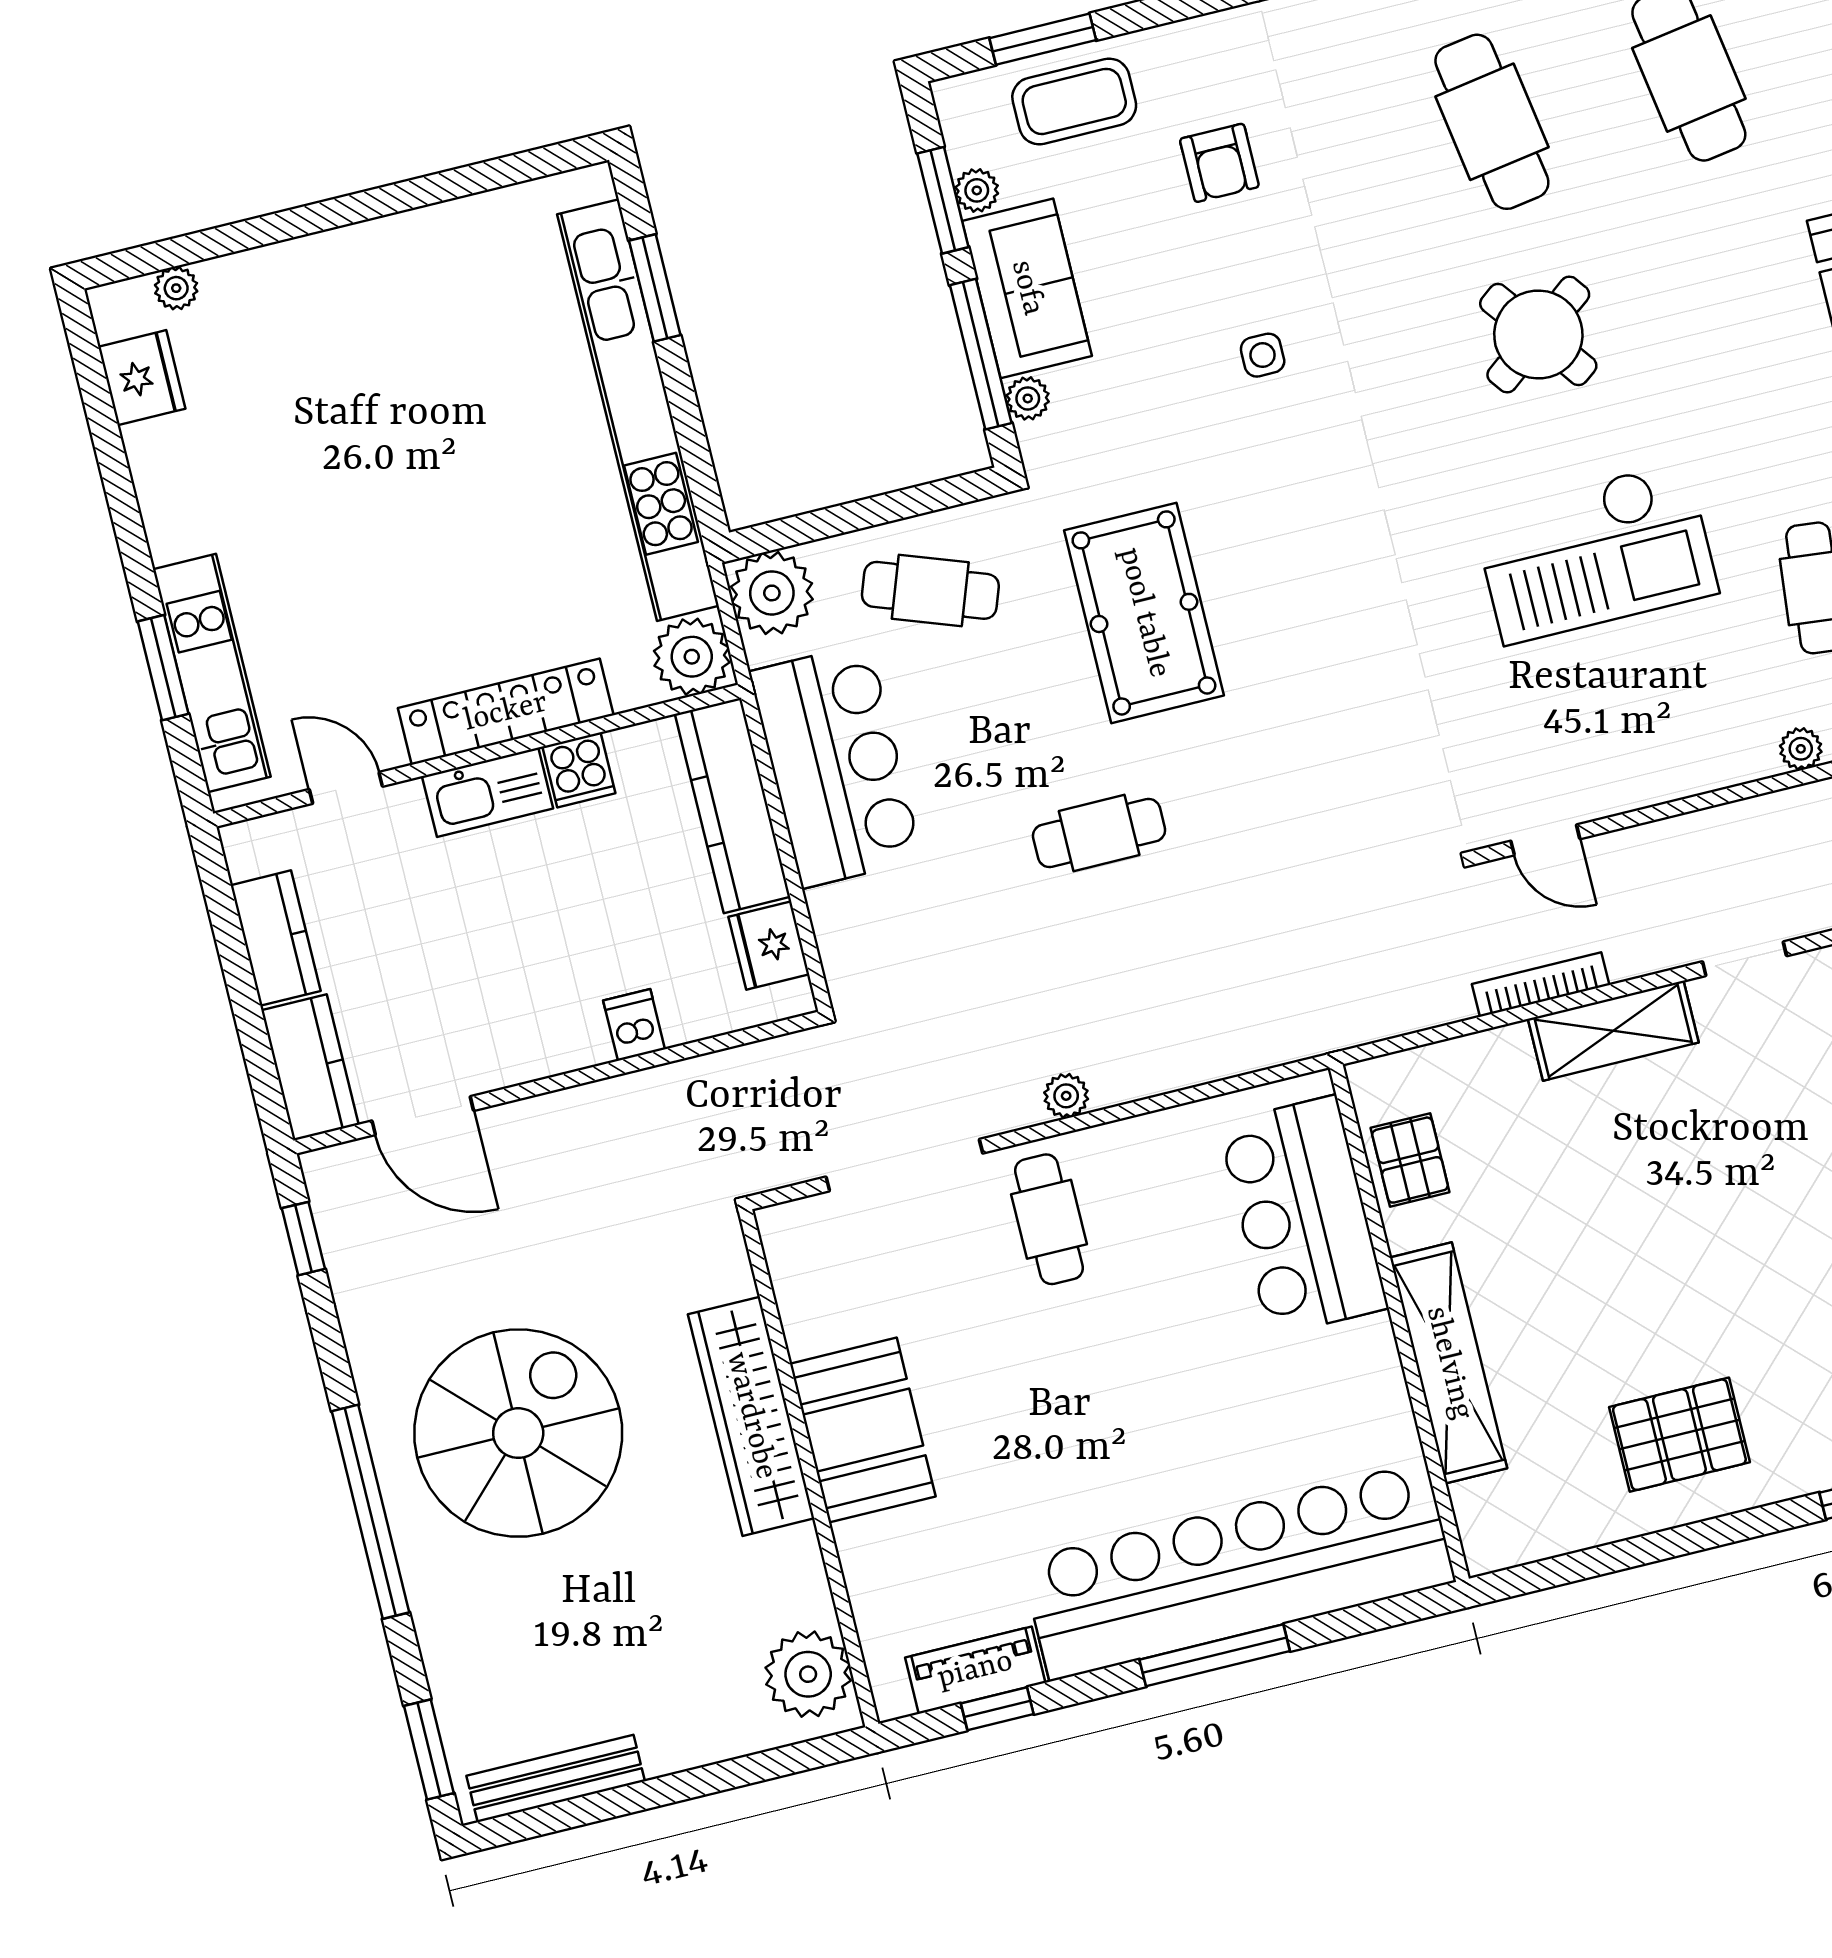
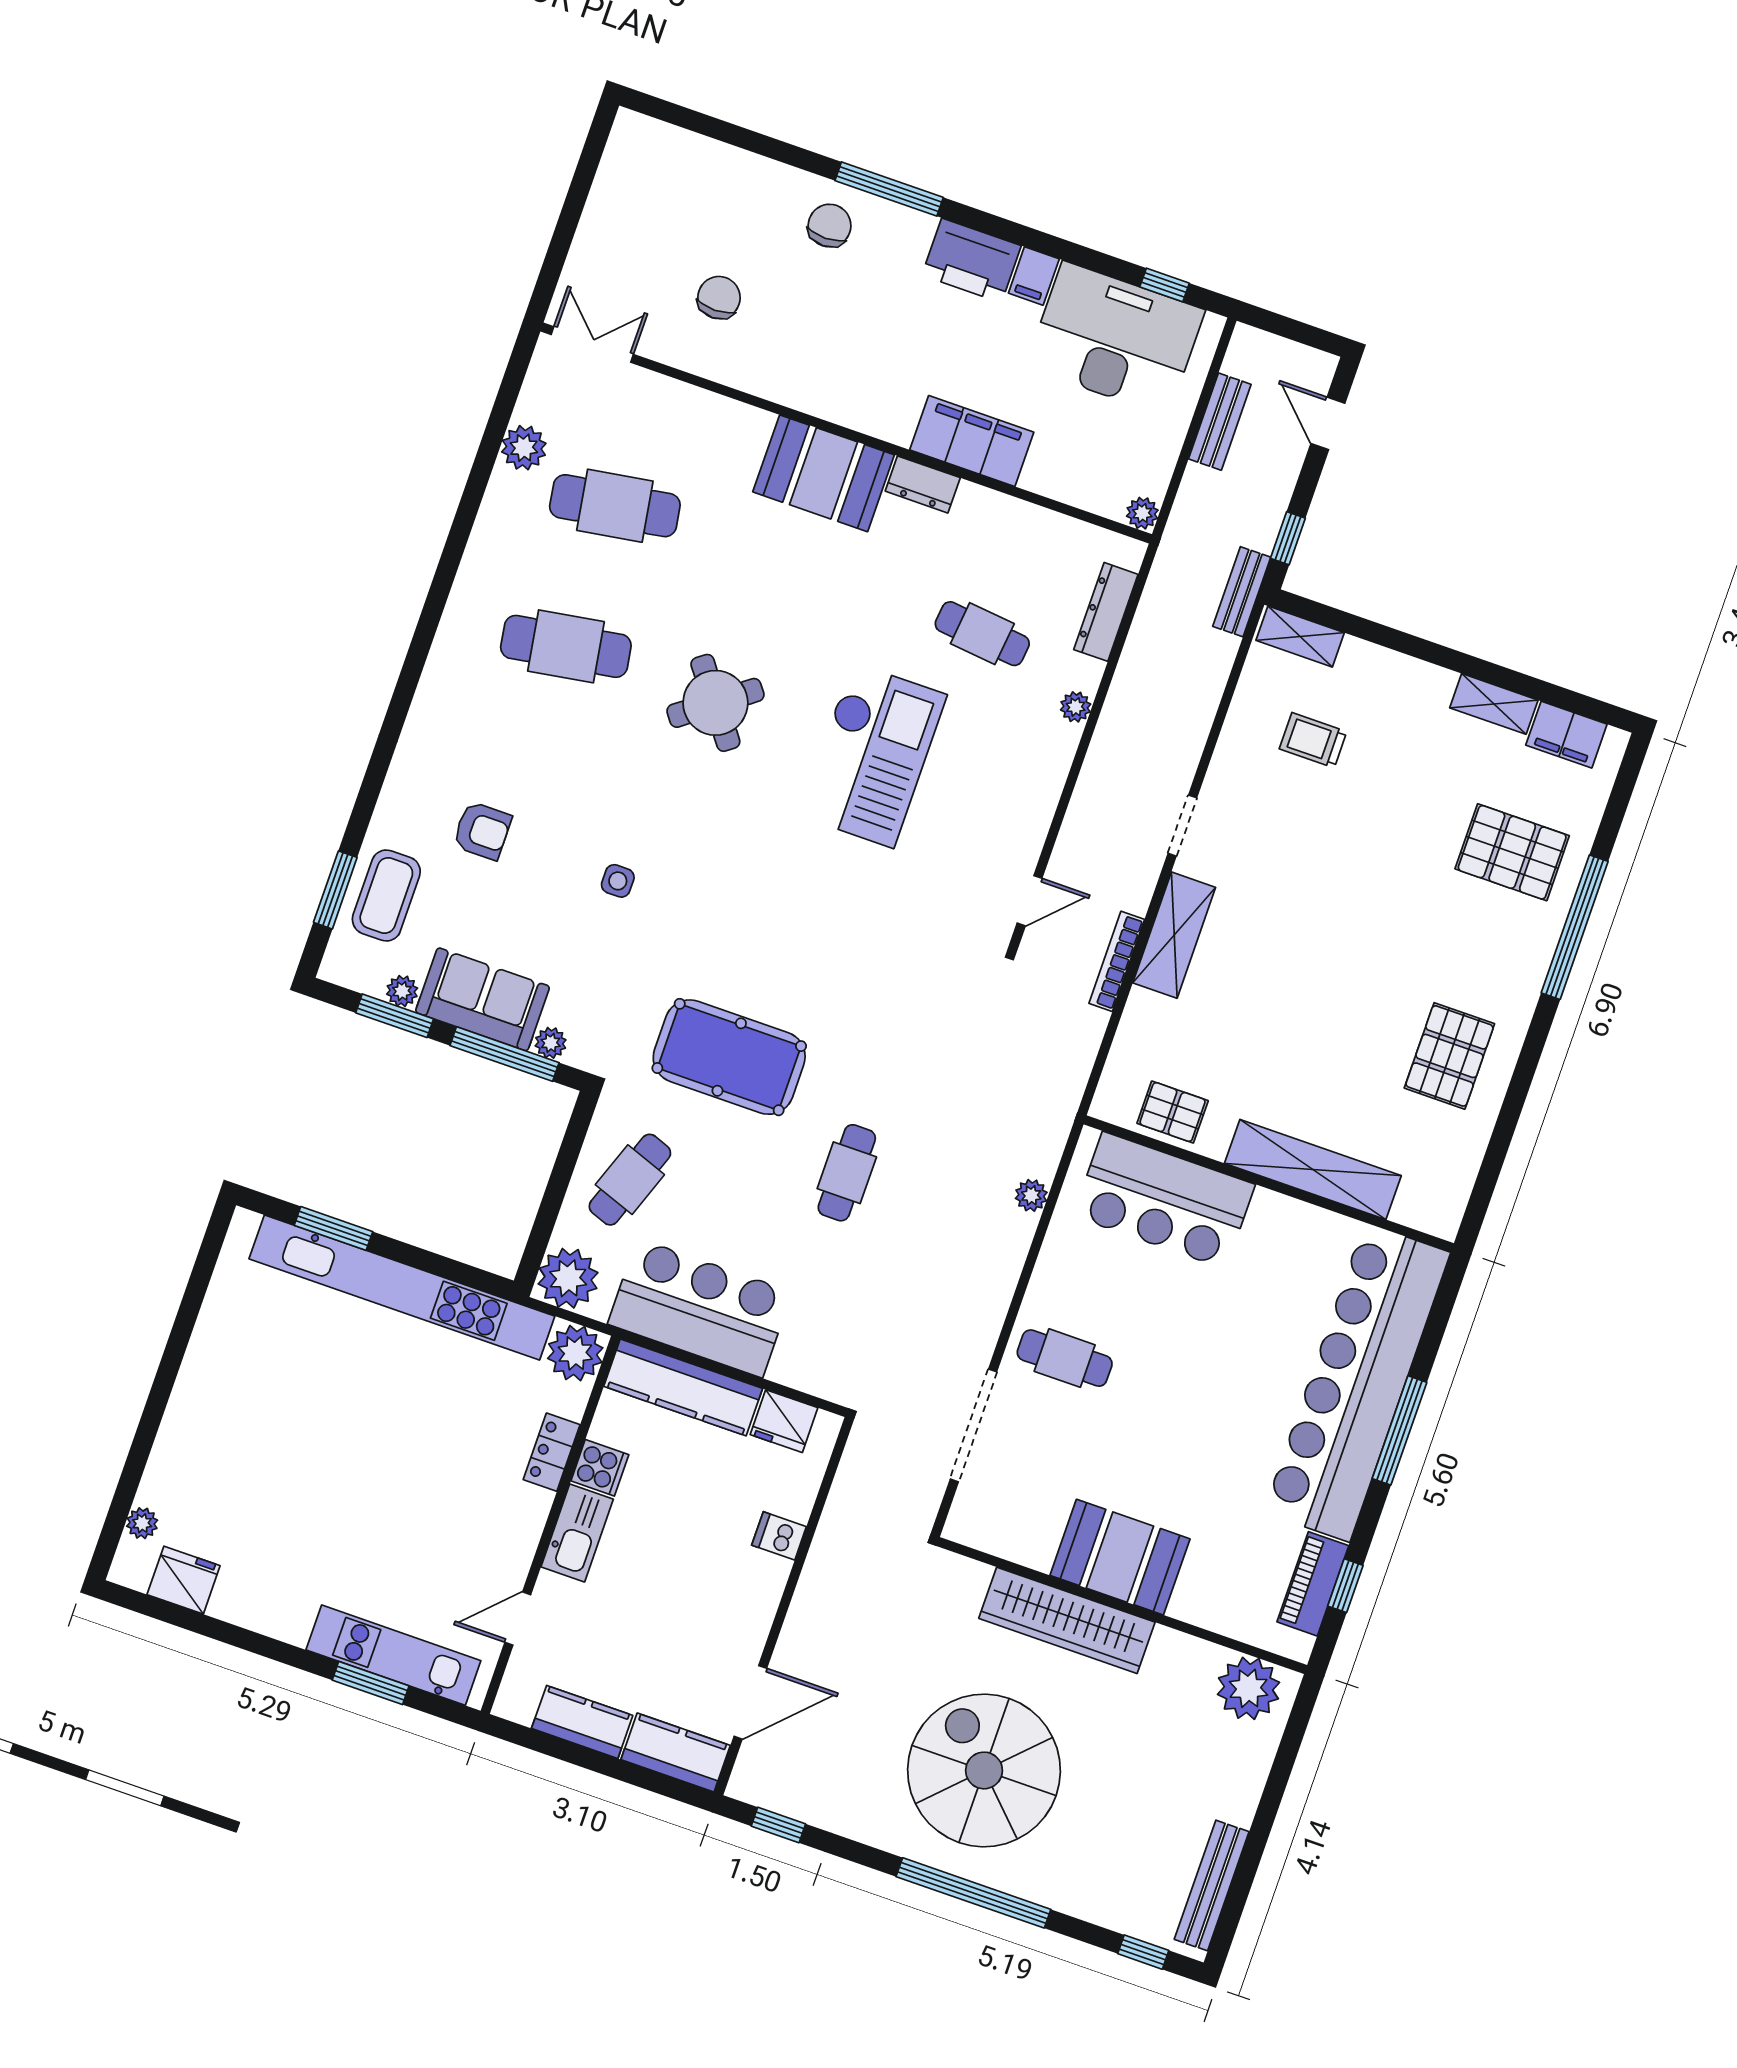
locker: (506, 712) -> (552, 1452), width x0.46, depth x0.83
plant: (1066, 1096) -> (1031, 1195), moved
window: (429, 1750) -> (1143, 1952), width x0.67

